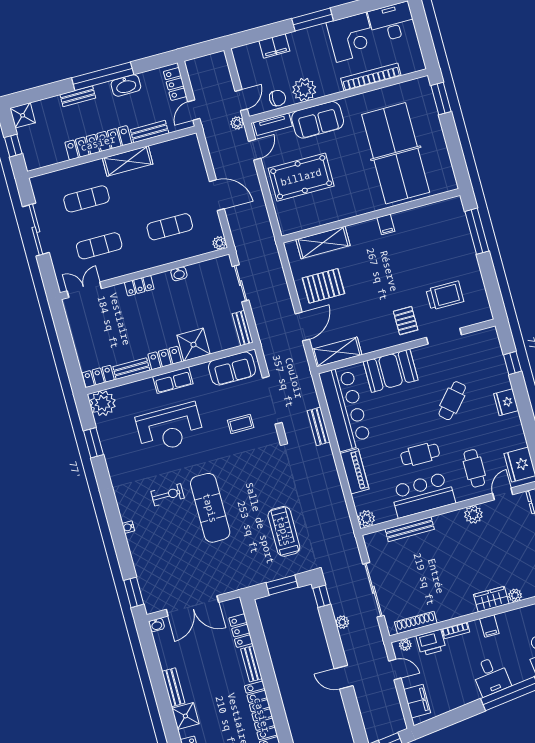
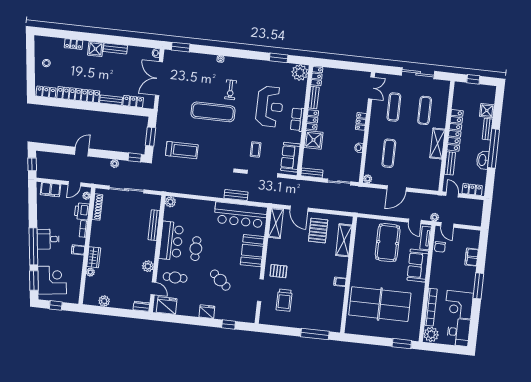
plant: (304, 90) -> (431, 334), moved
shower: (23, 115) -> (487, 111), moved
reception desk: (170, 428) -> (270, 107), turned 180
piano: (354, 471) -> (201, 206), removed

